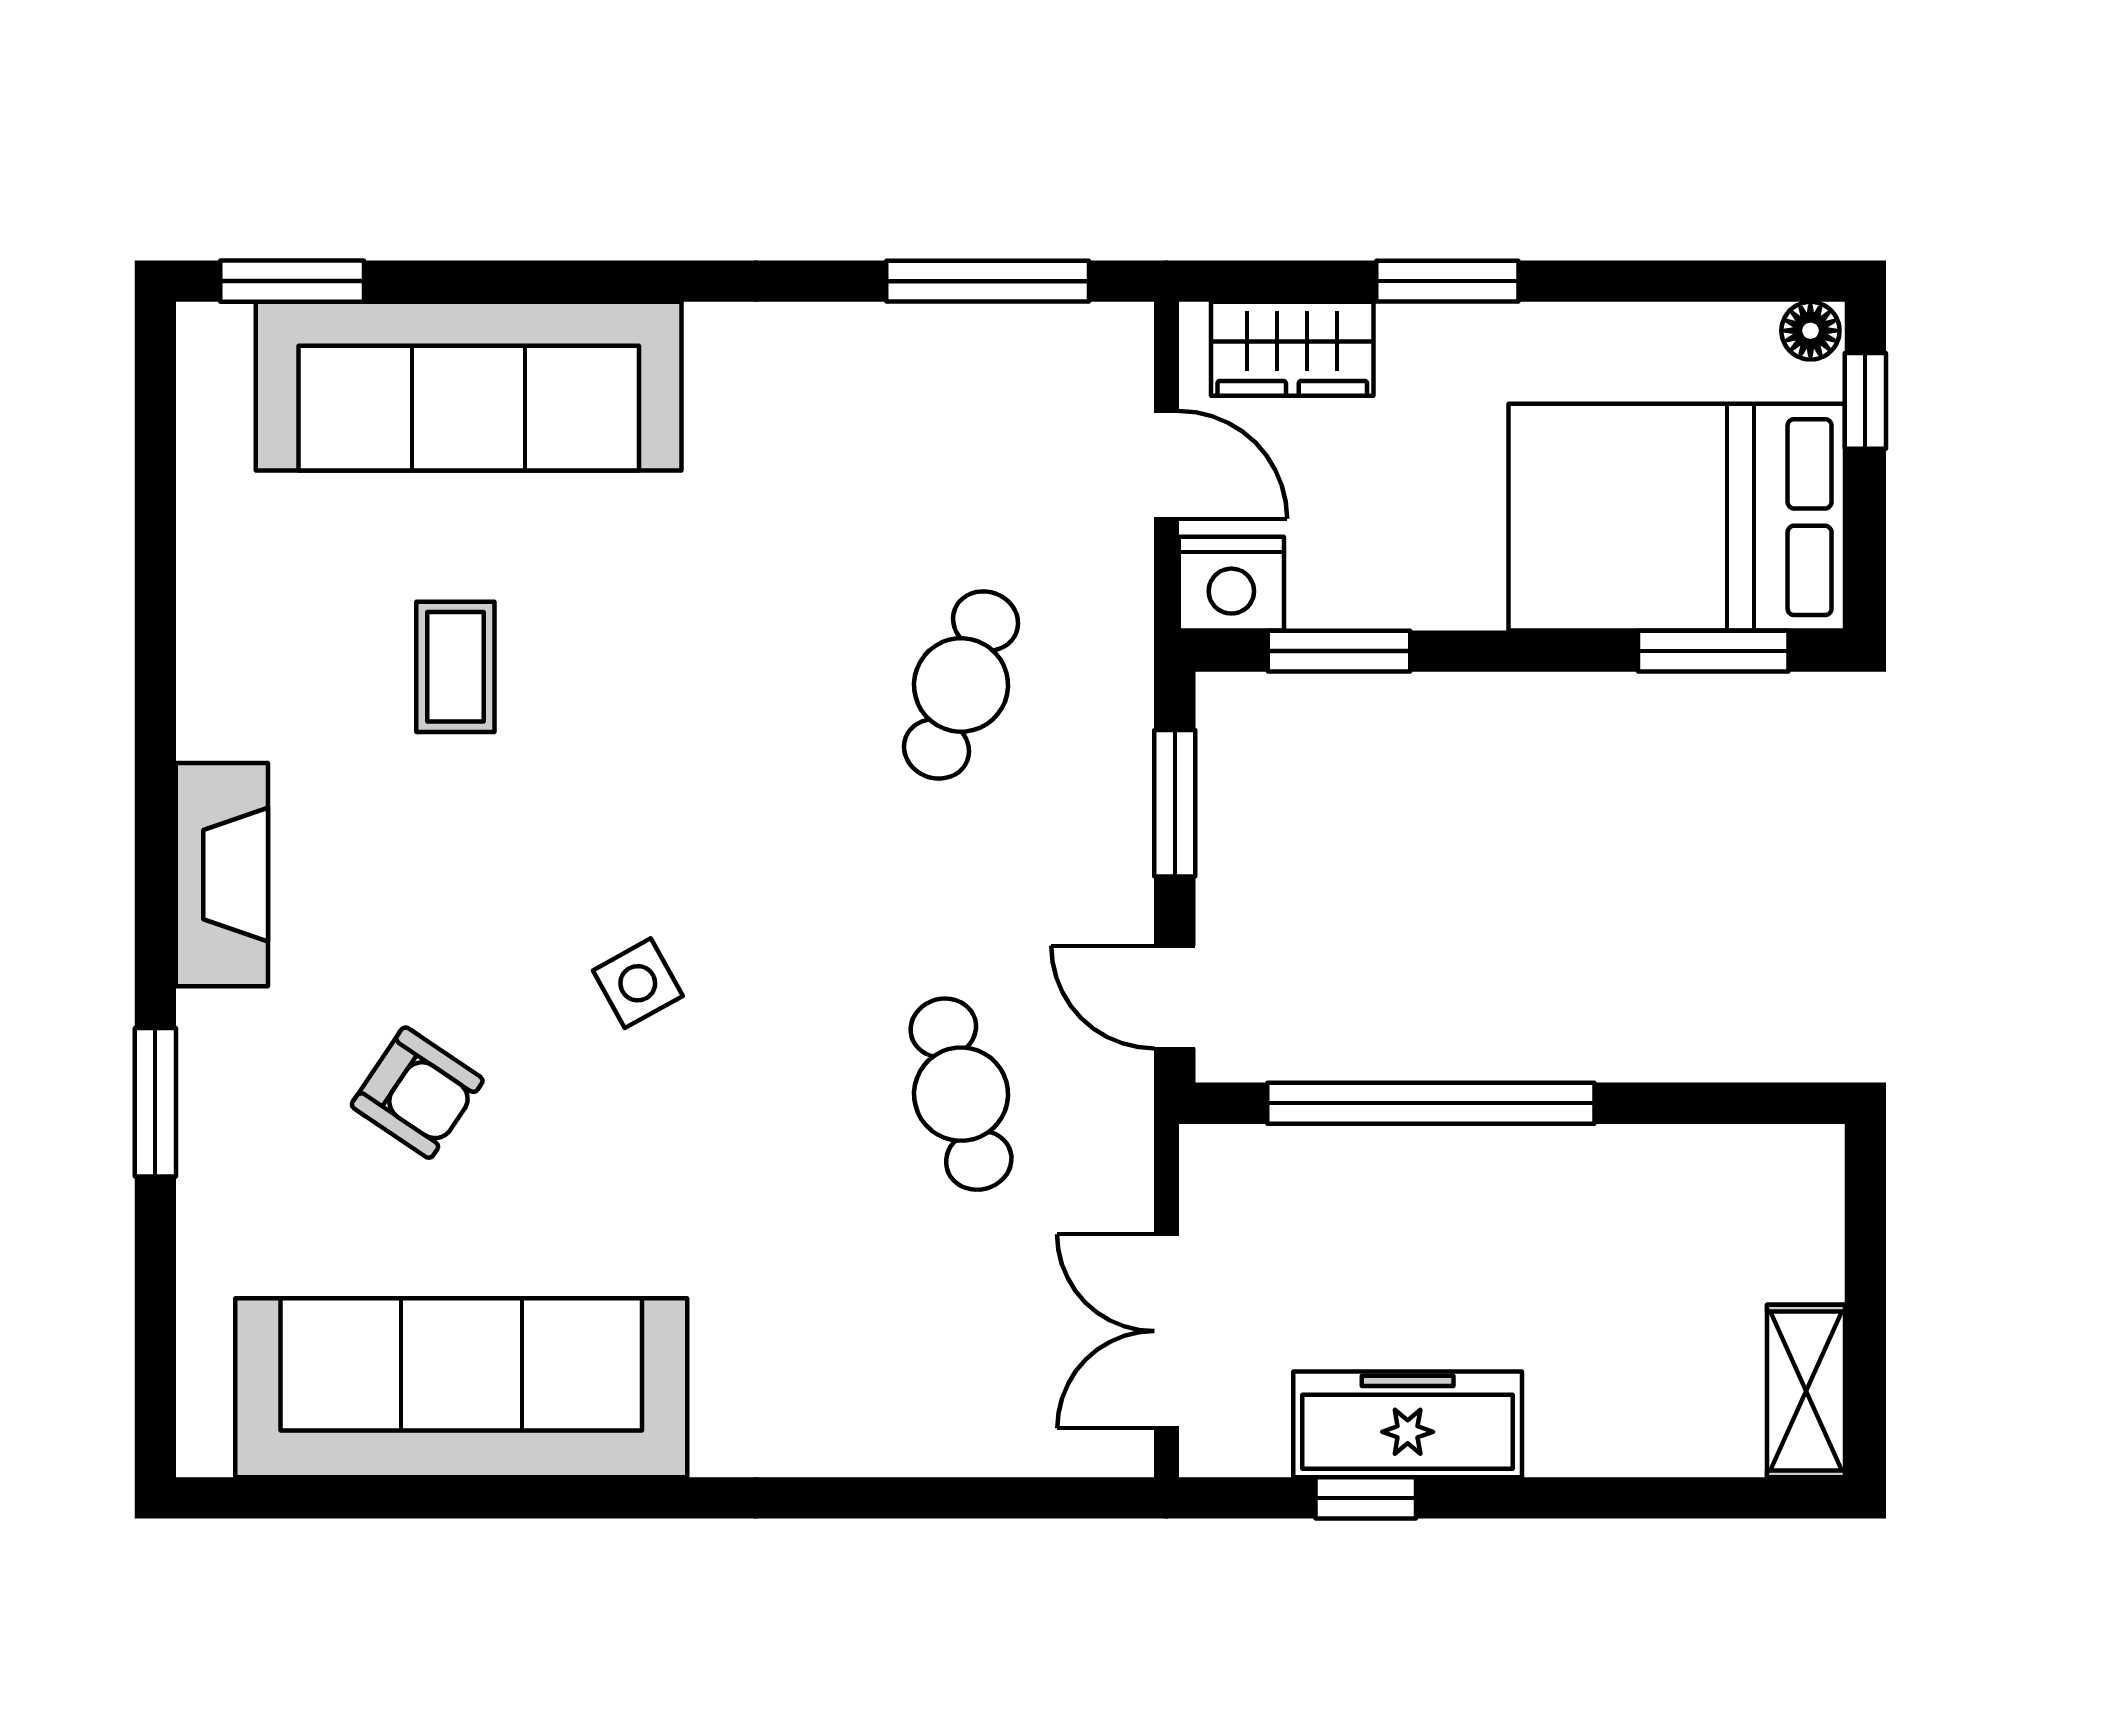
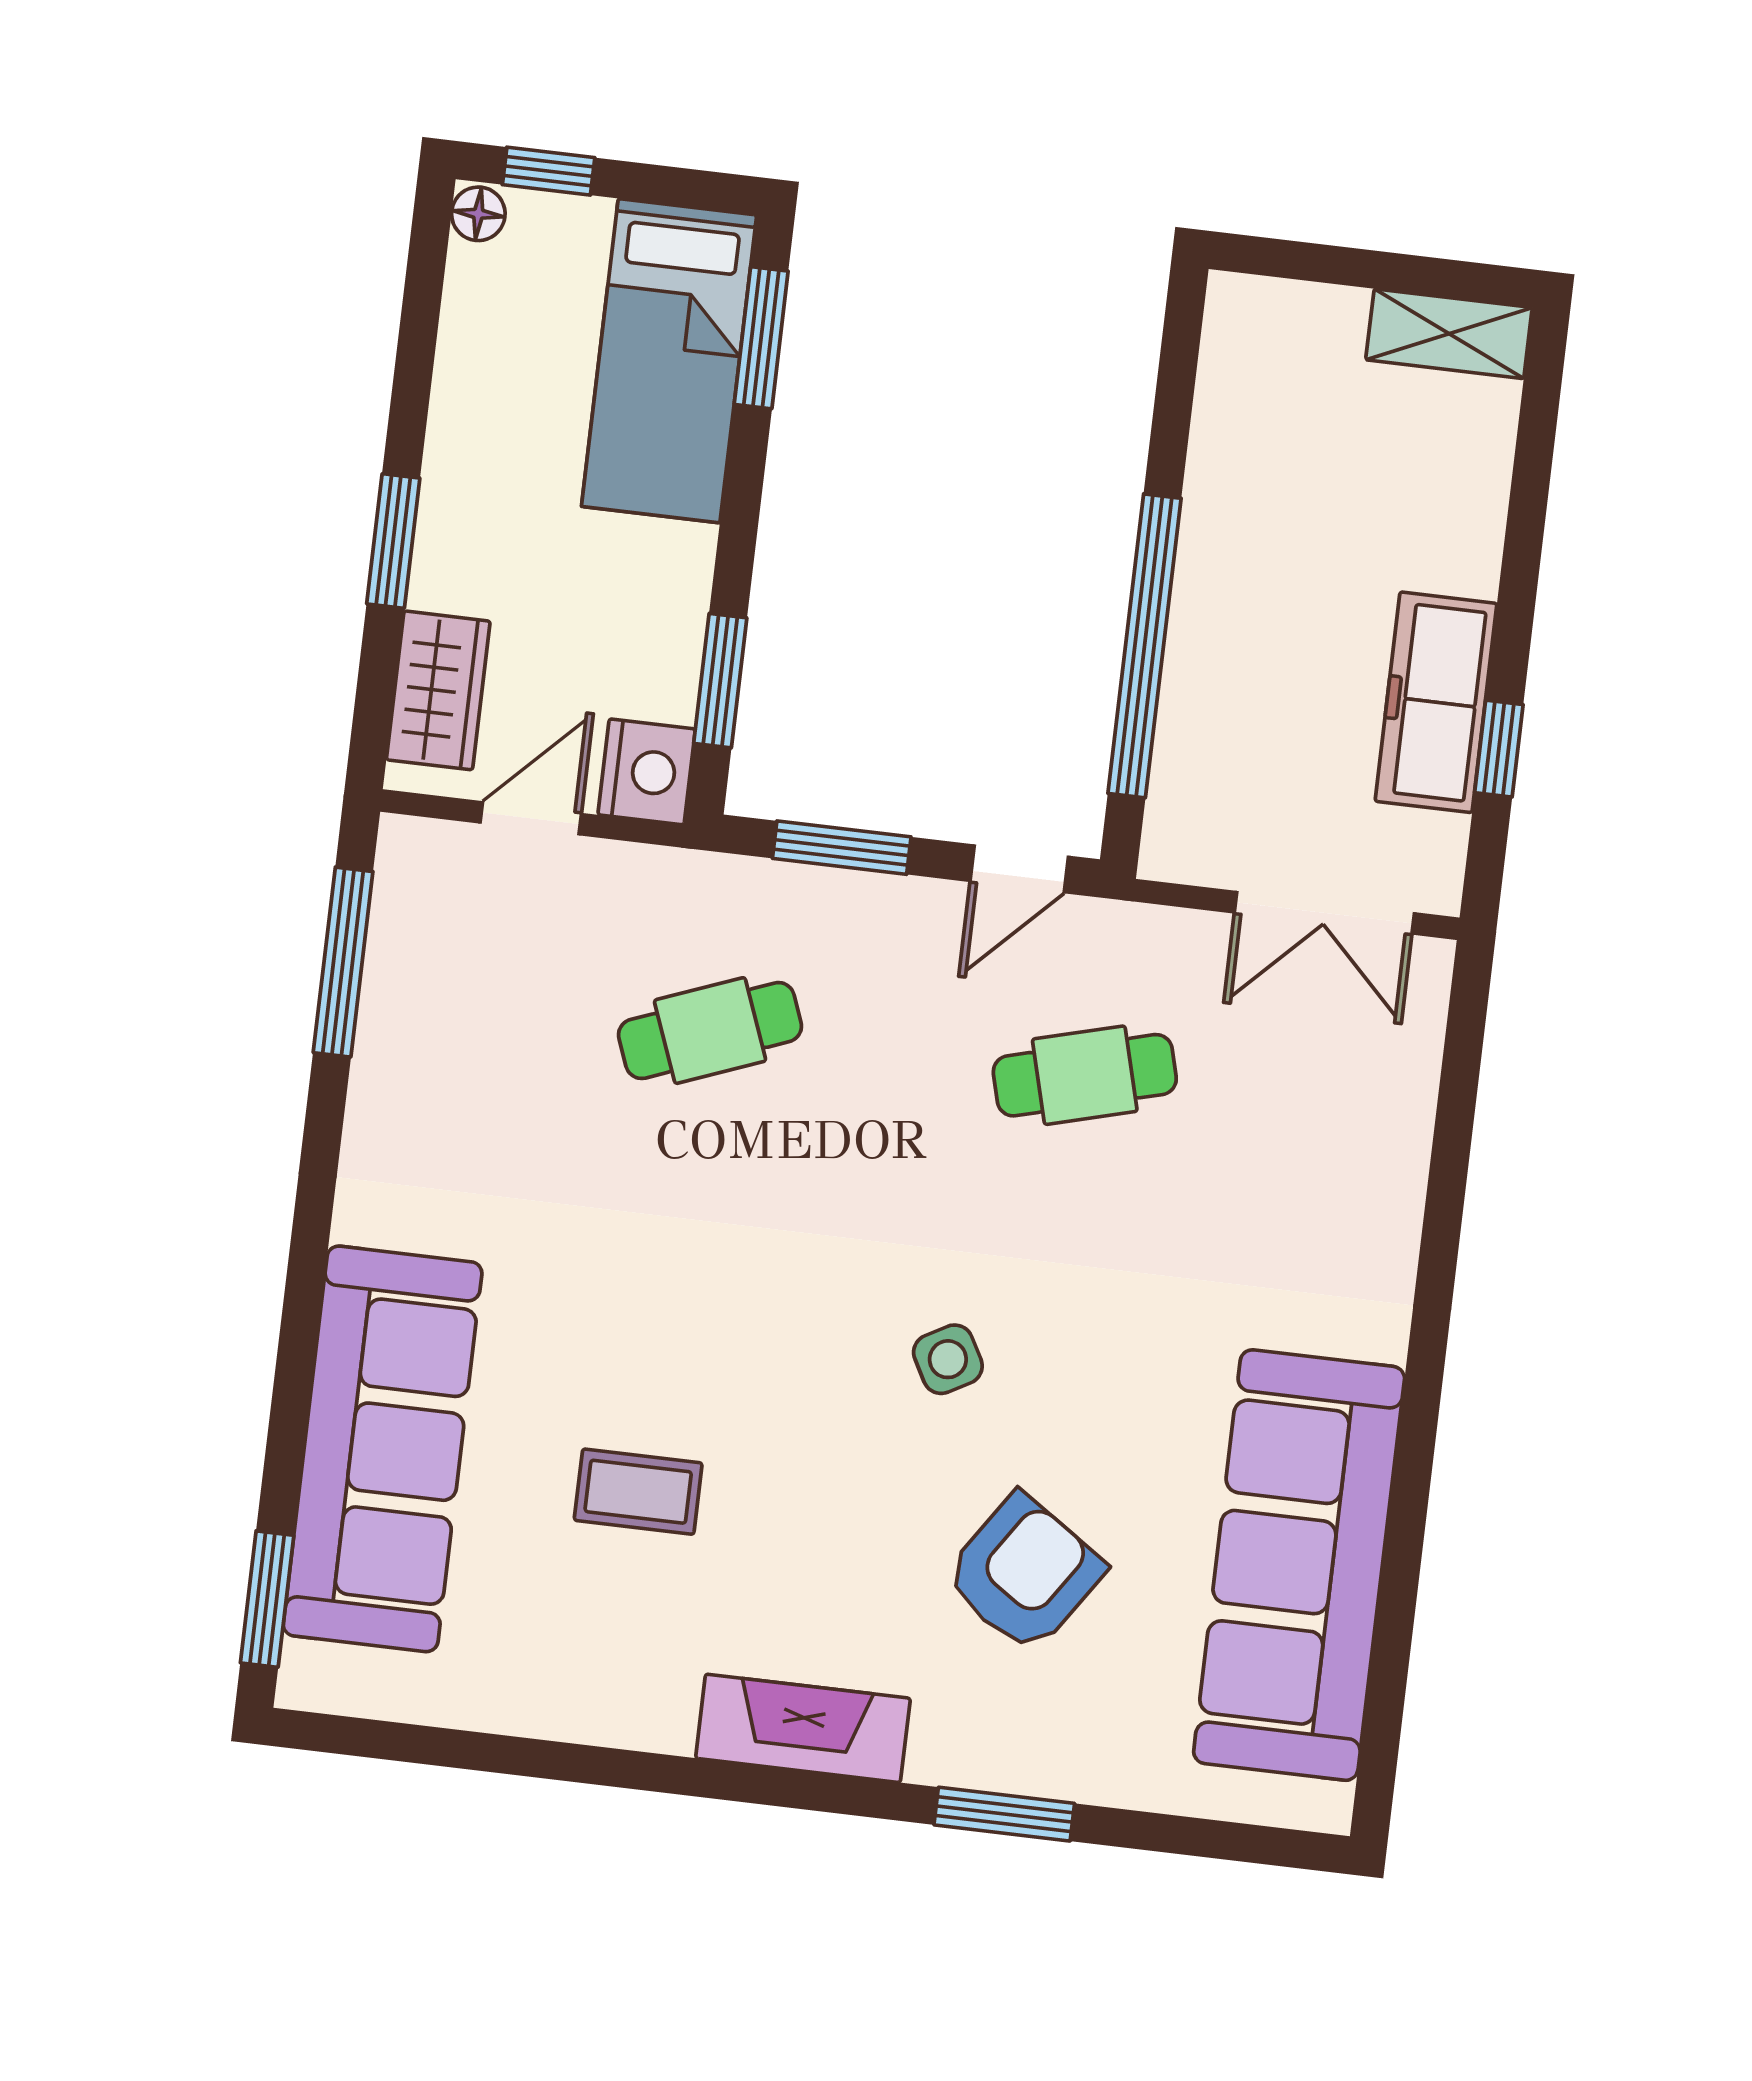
bed: (1677, 517) -> (669, 361), width x0.67
cafe table: (961, 685) -> (710, 1031), turned -42
armchair: (417, 1093) -> (1024, 1573), width x1.38, depth x1.38

